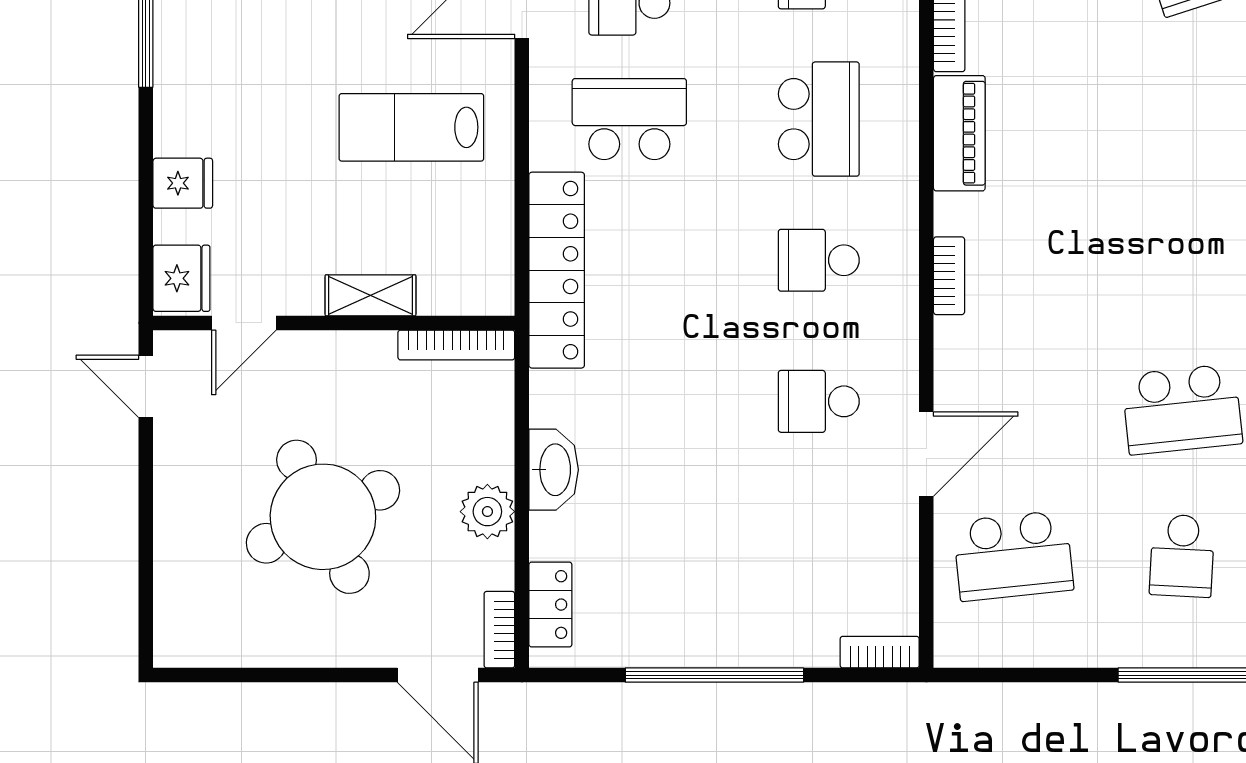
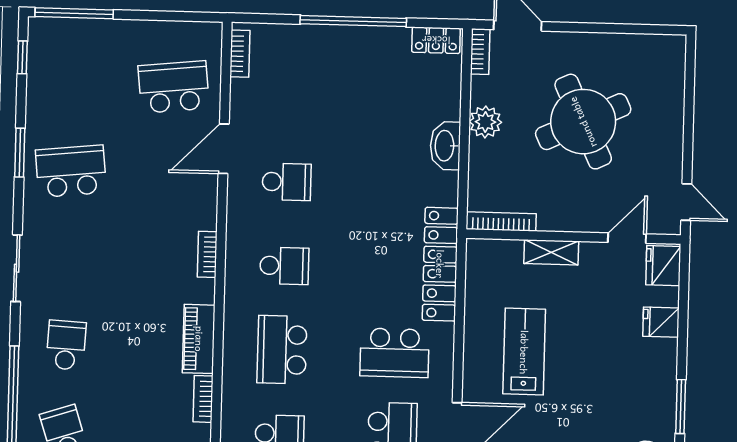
lab bench: (411, 127) -> (524, 352), turned -90
school desk: (1182, 556) -> (66, 345), moved
locker: (550, 605) -> (436, 40), moved, turned -90
bookcase: (880, 652) -> (240, 54), moved, turned -90

